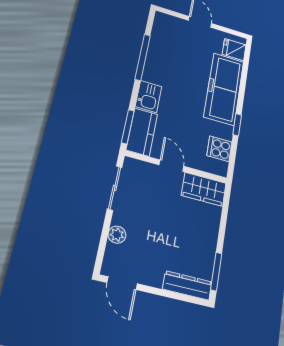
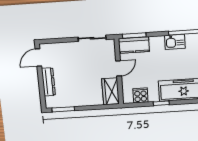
kitchen sink: (148, 96) -> (175, 42), moved
plant: (117, 235) -> (65, 47), removed
dresser: (187, 285) -> (48, 82), moved

